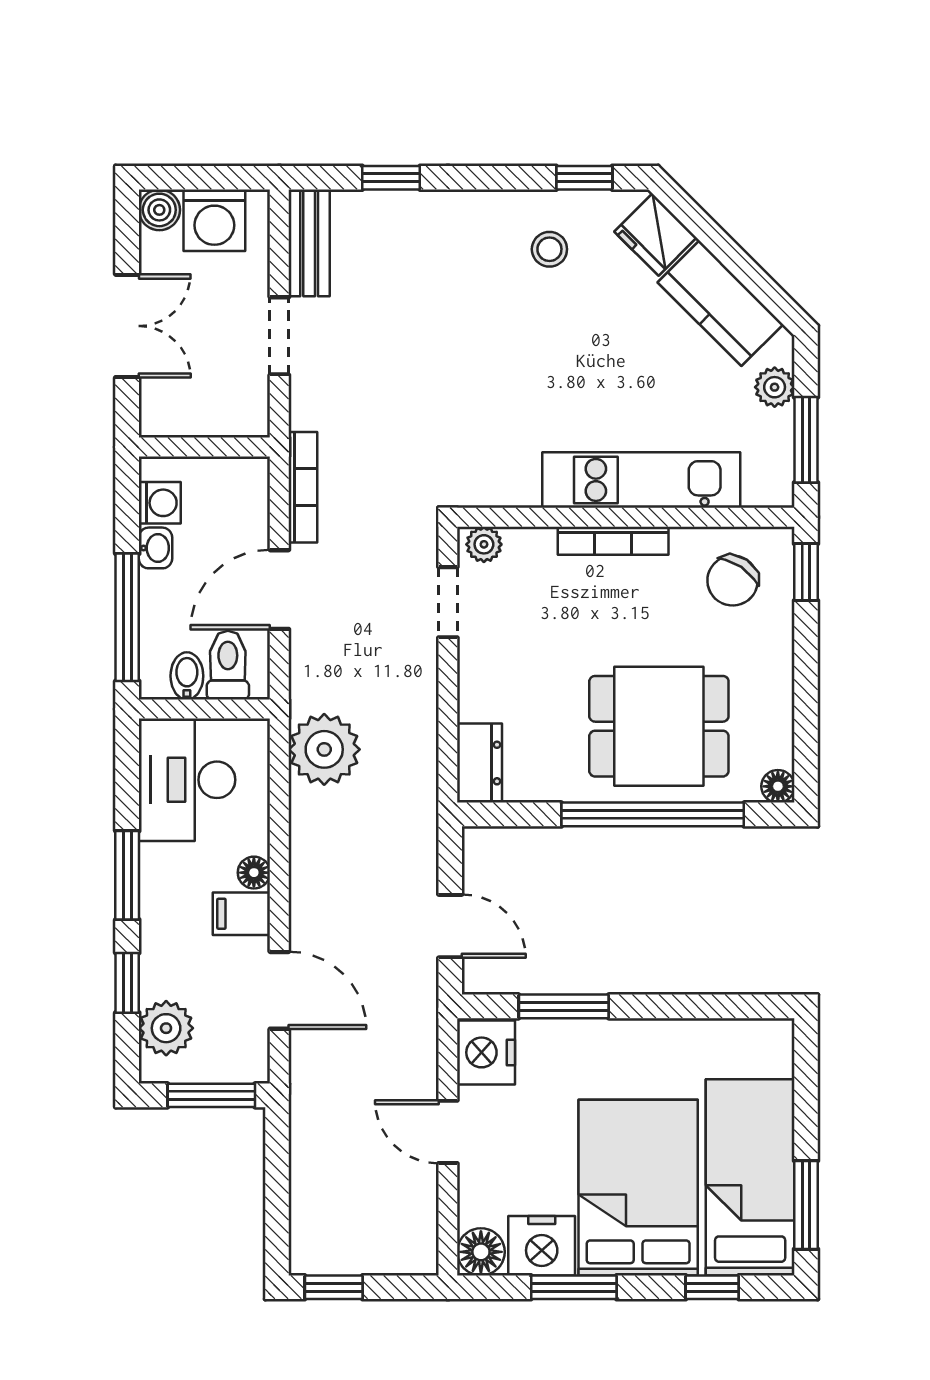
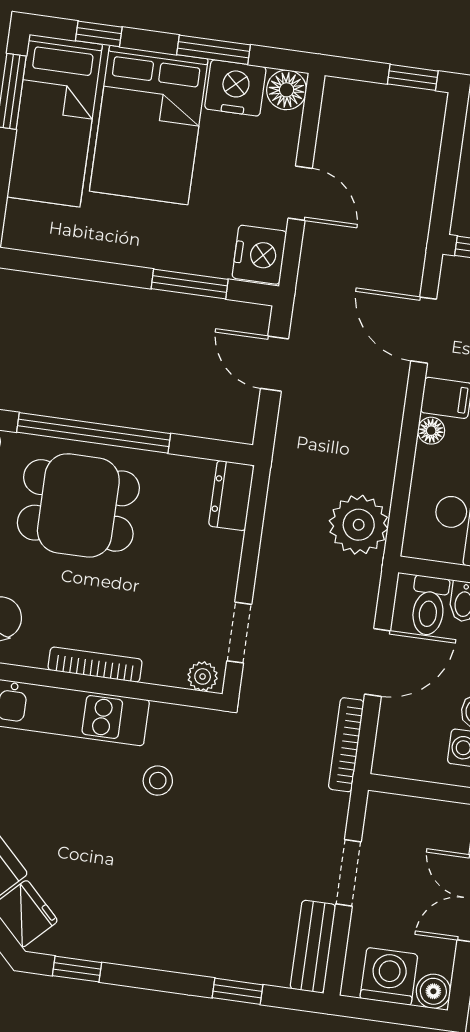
stool: (549, 249) -> (158, 781), moved

